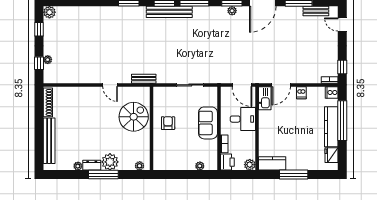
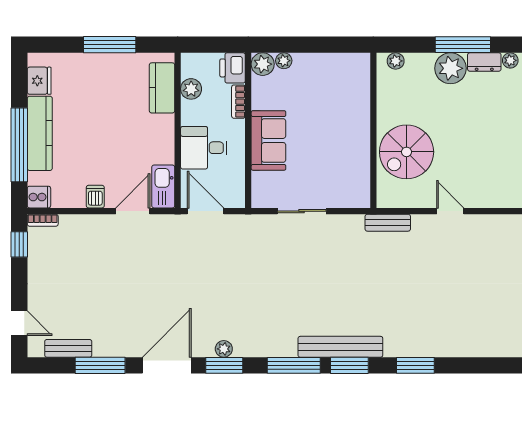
armchair: (168, 123) -> (343, 140), removed
kitchen counter: (272, 163) -> (162, 88), moved, turned 90
plant: (211, 164) -> (263, 64), added
plant: (250, 165) -> (191, 89), moved

